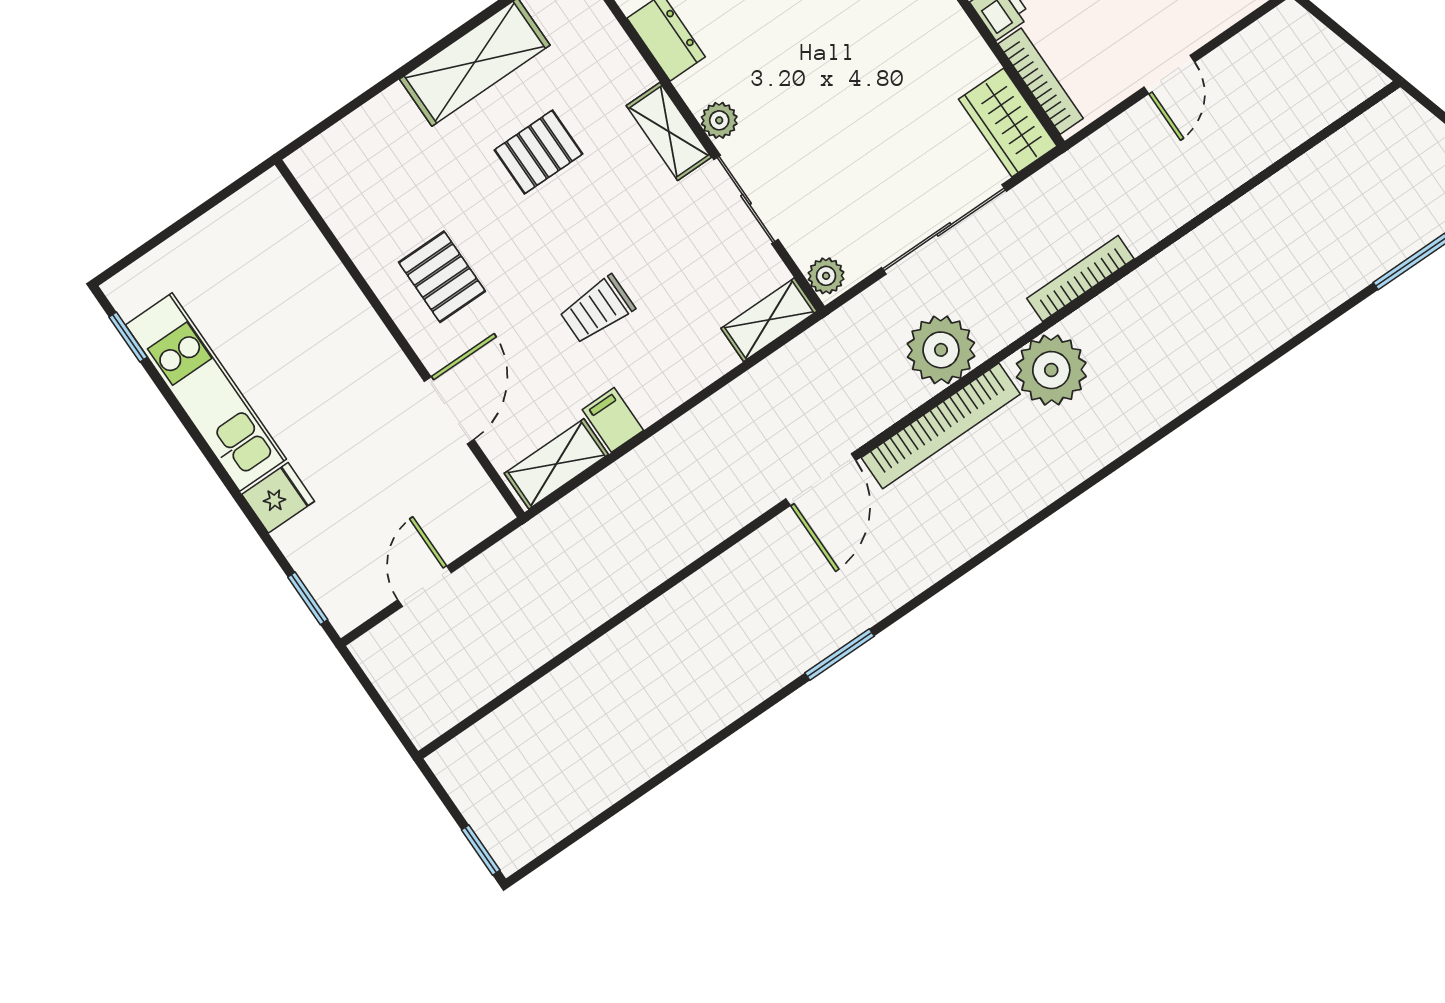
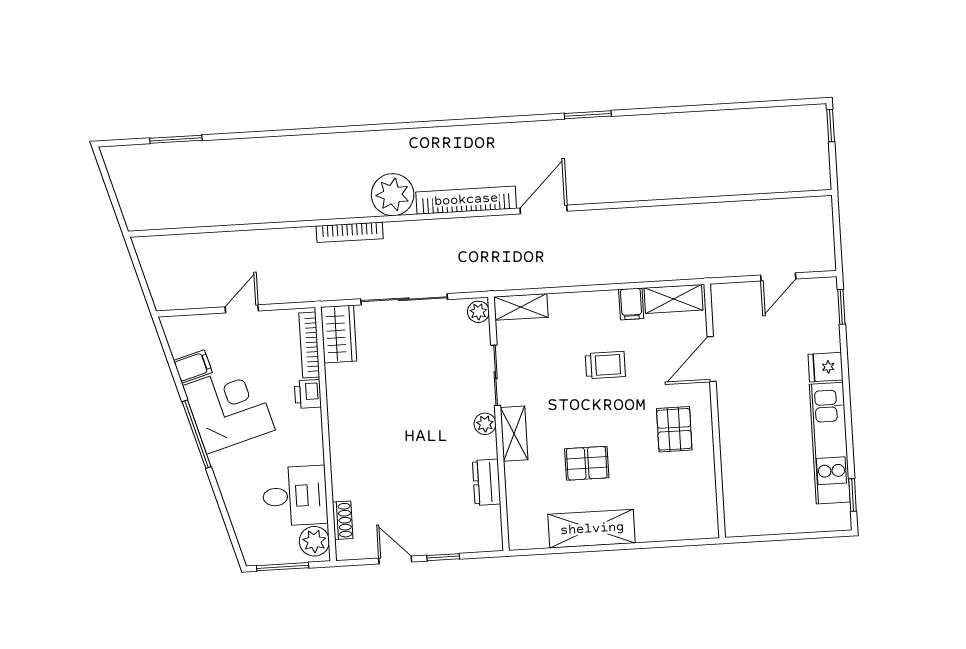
plant: (941, 350) -> (443, 239), removed

